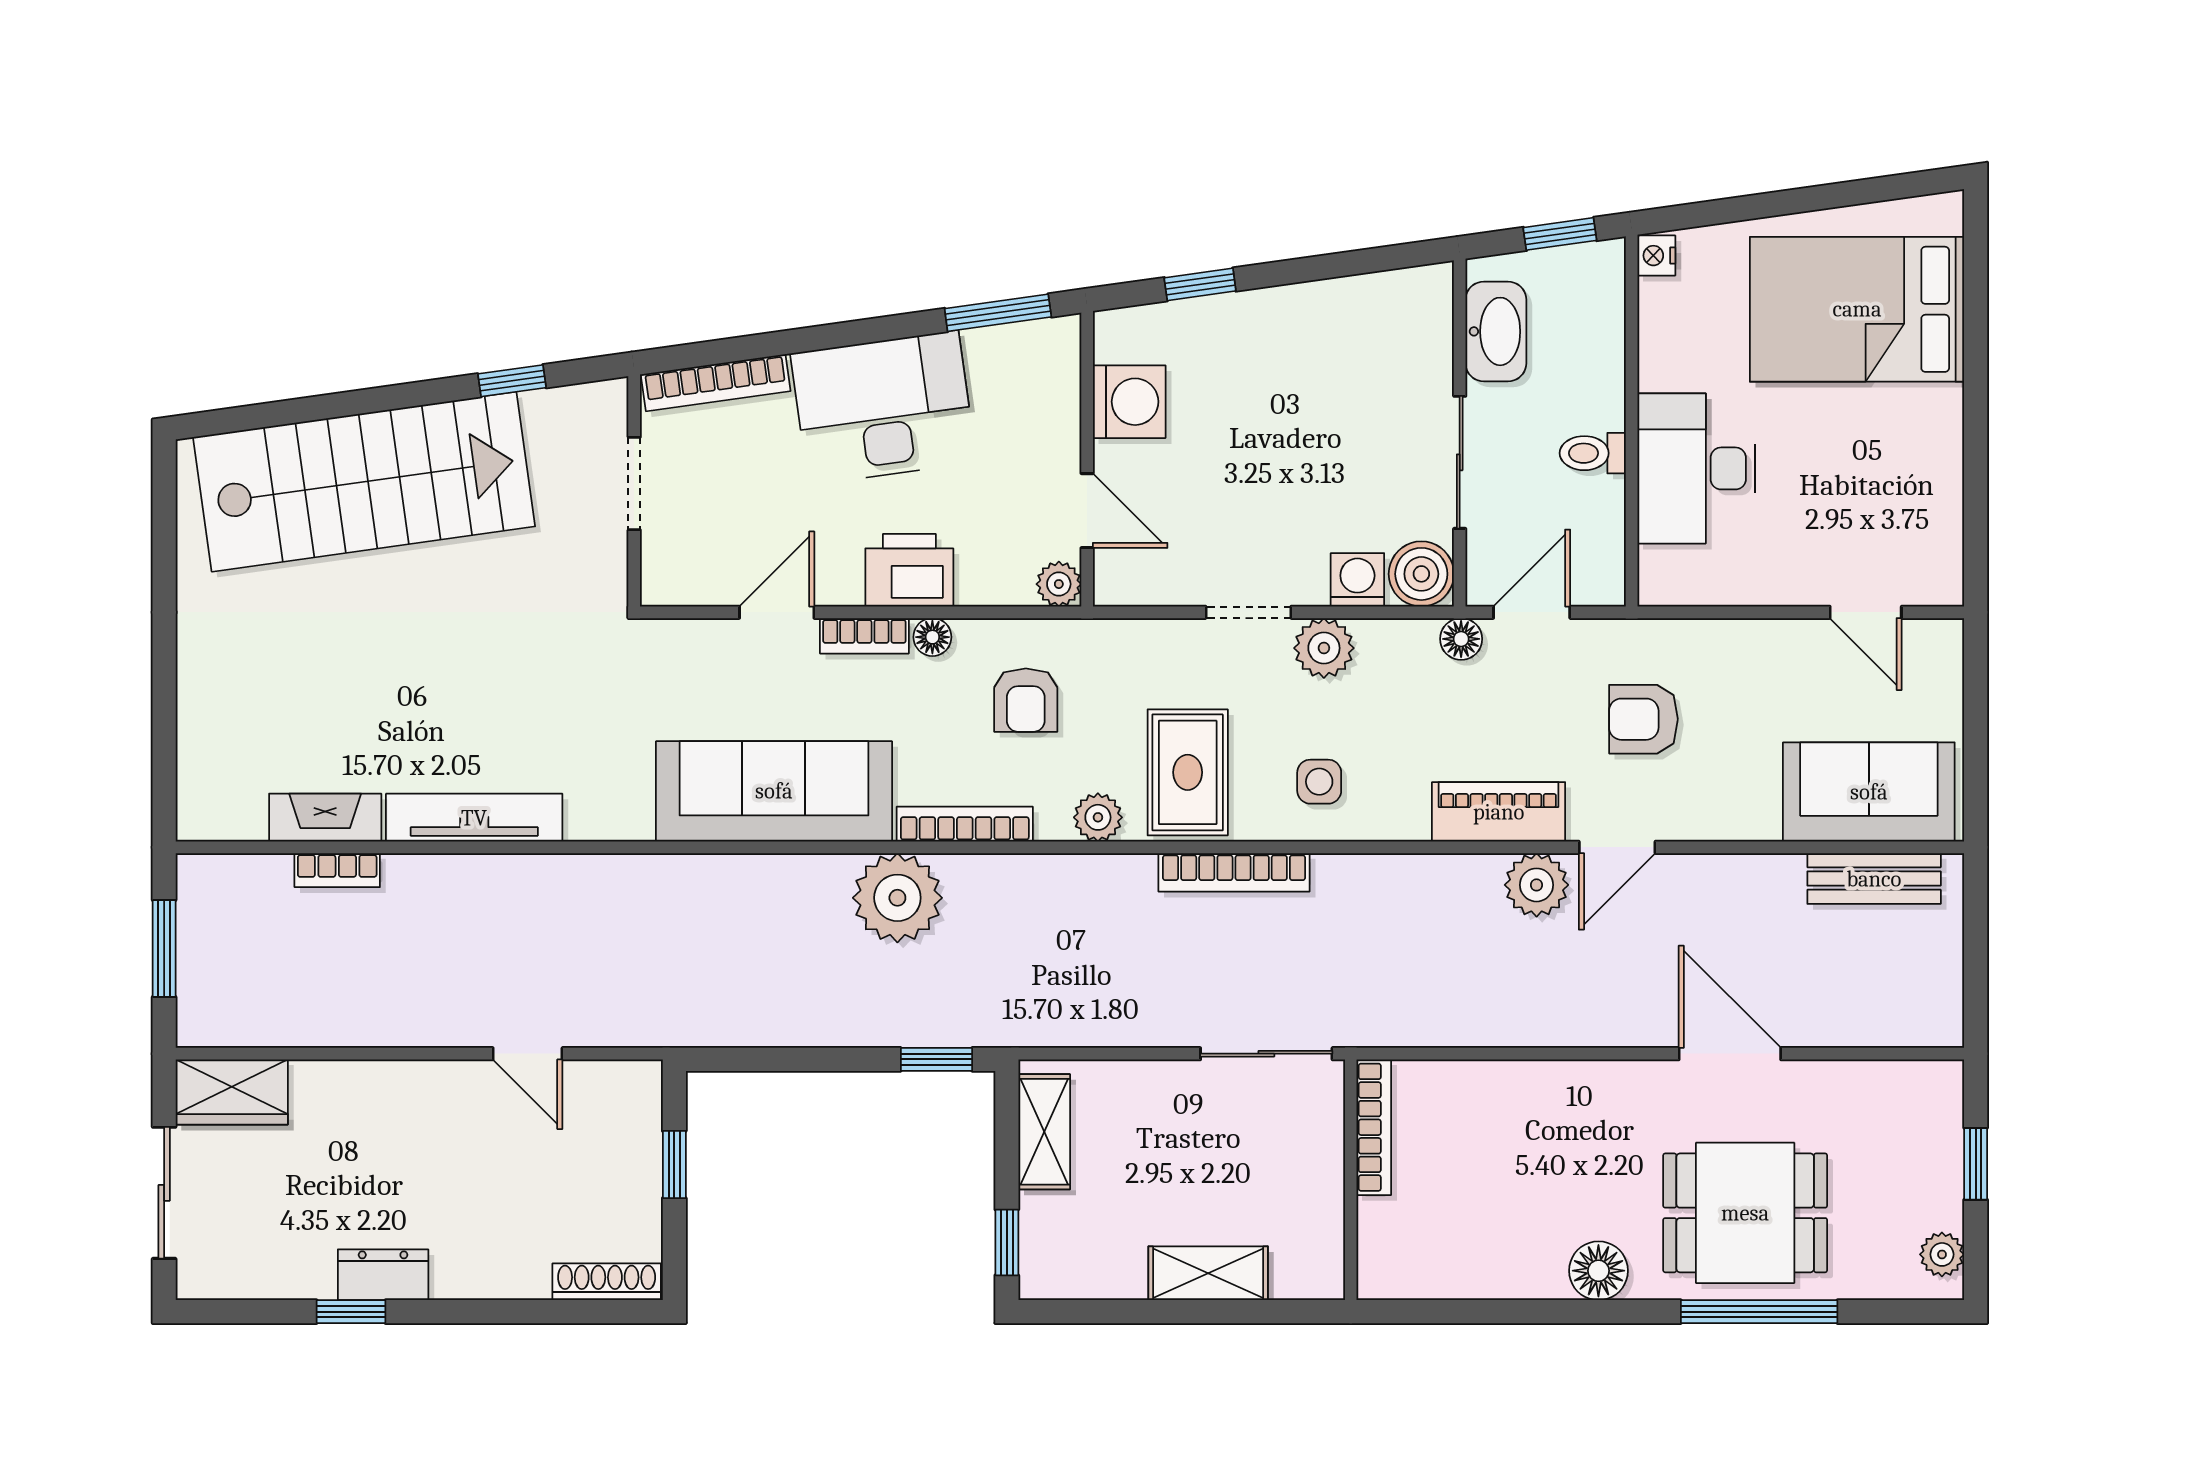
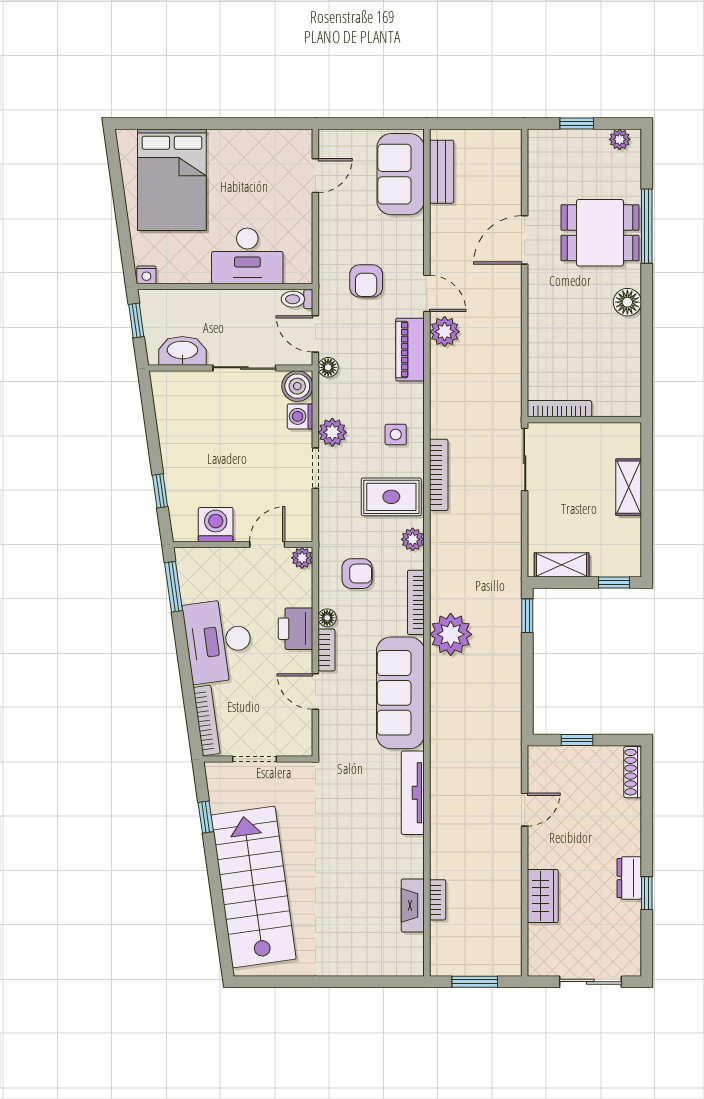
toilet: (1593, 453) -> (297, 299), moved, turned 90
tv unit: (474, 818) -> (413, 793), moved
wardrobe: (232, 1092) -> (543, 896), moved
dining table: (1745, 1213) -> (600, 233), turned 90

